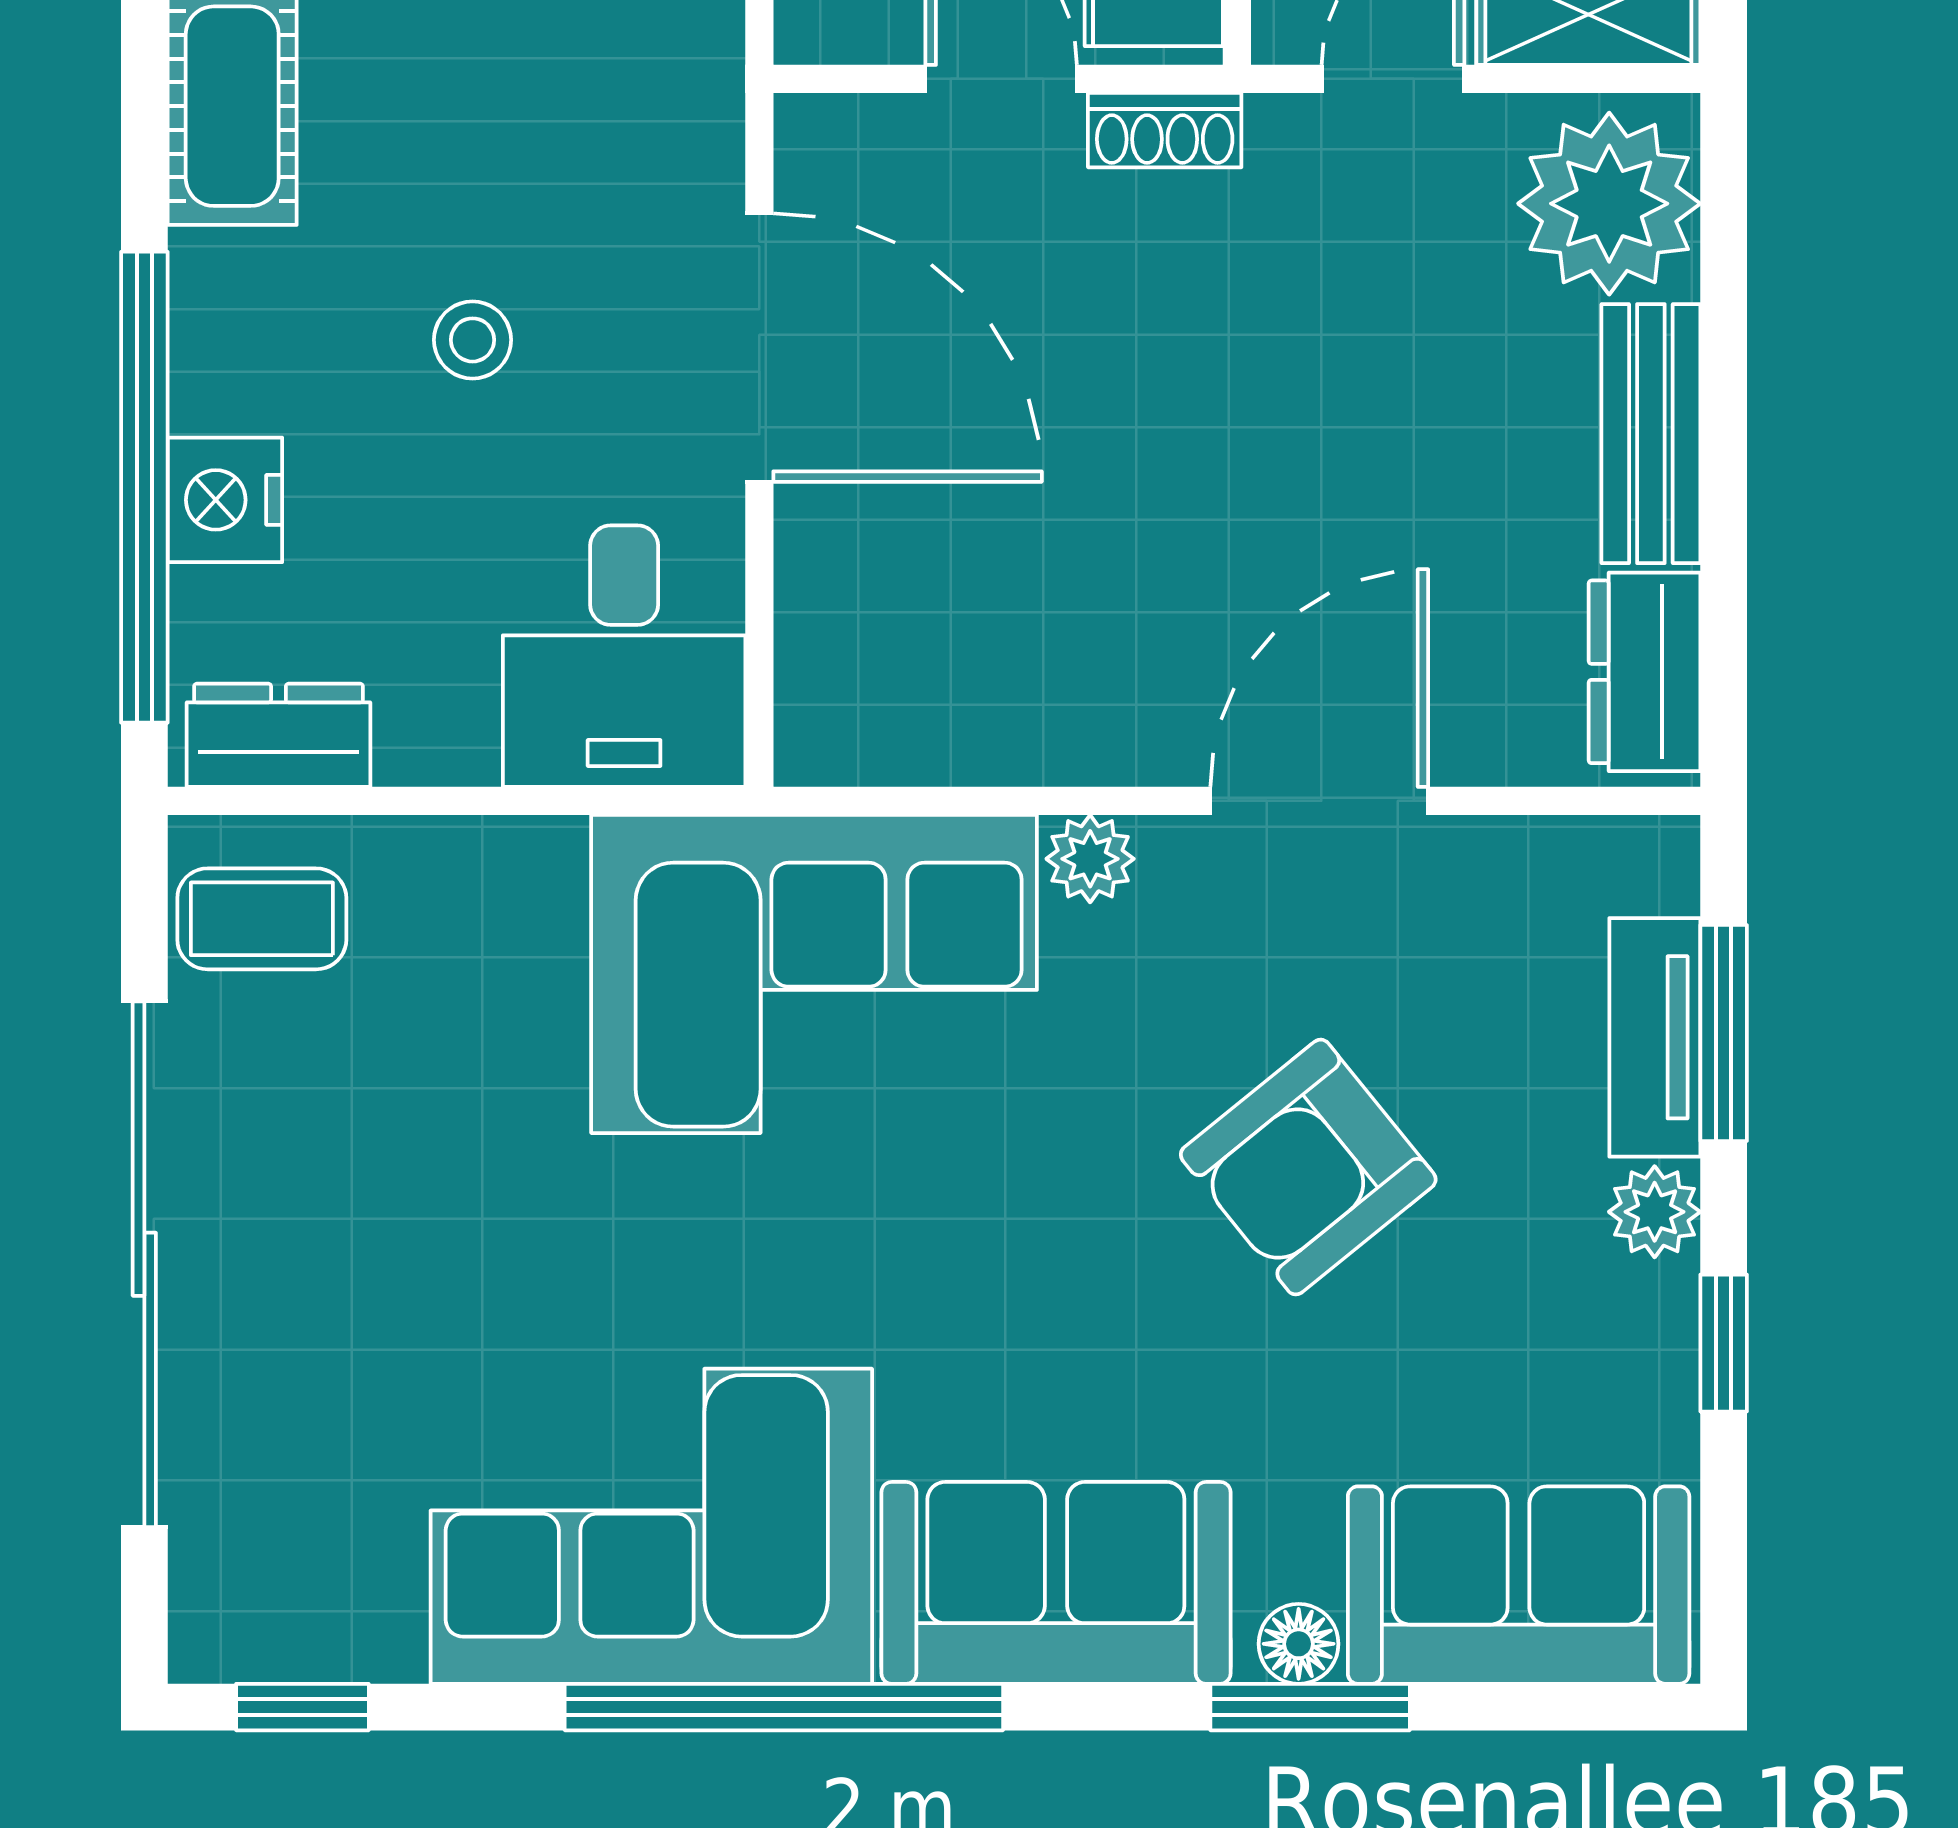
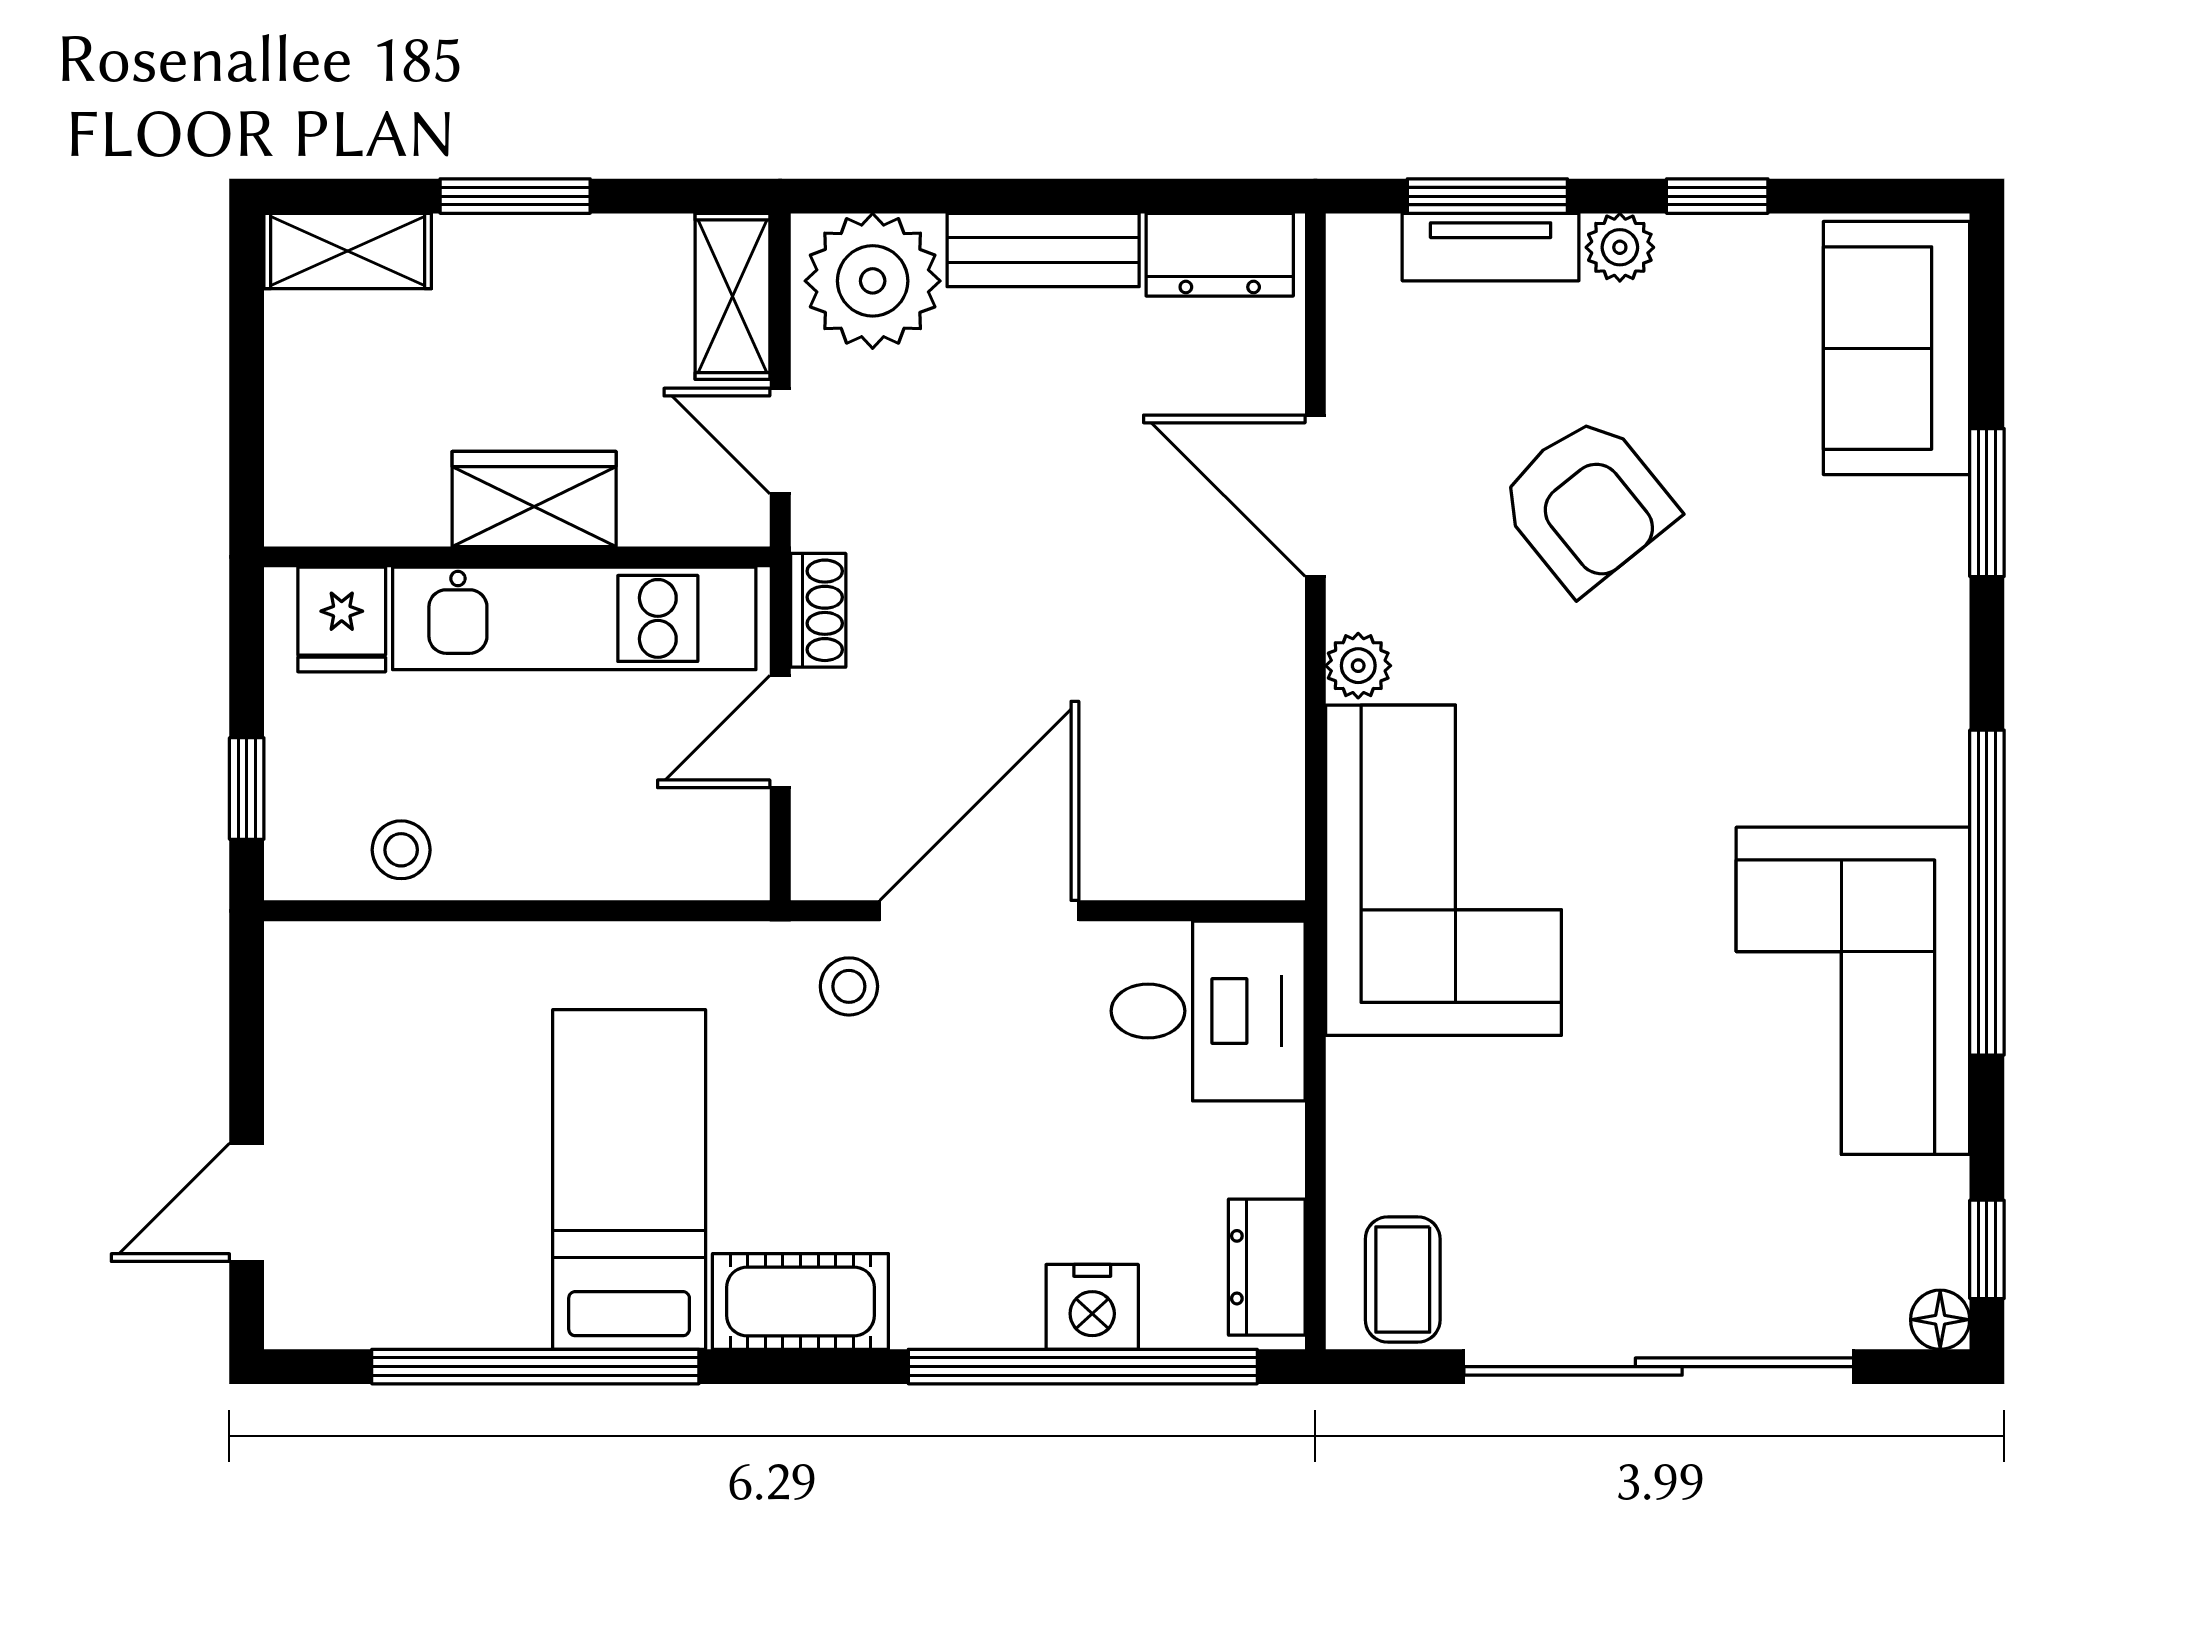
stool: (473, 340) -> (849, 986), moved
sofa: (1056, 1583) -> (1895, 691), removed
floor lamp: (1299, 1644) -> (1940, 1320), moved

